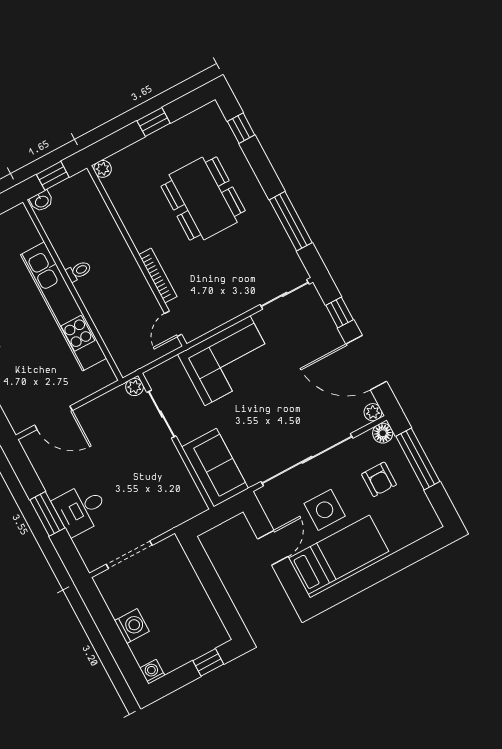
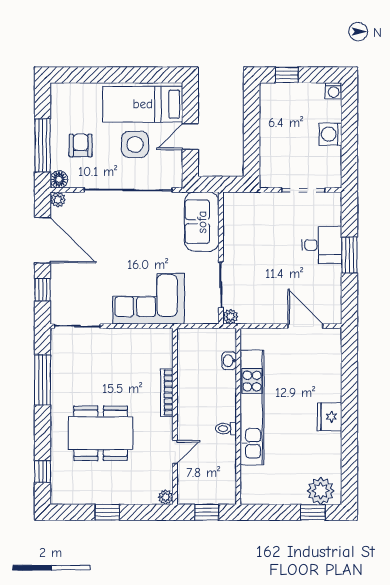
dining table: (203, 199) -> (101, 433), turned 90
washbasin: (42, 201) -> (229, 361), moved, turned -90
door: (173, 324) -> (175, 452), moved

